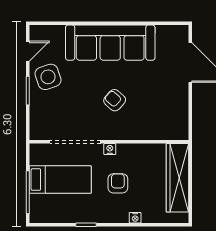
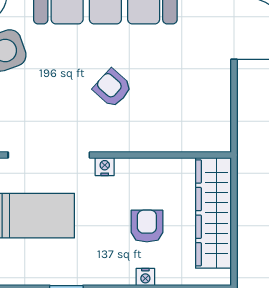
armchair: (118, 183) -> (147, 226), moved

